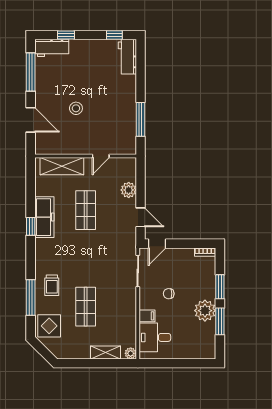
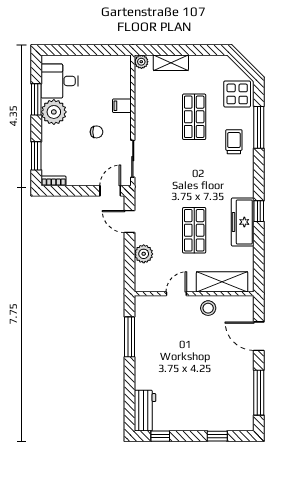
workbench: (52, 48) -> (234, 421), removed
stool: (76, 108) -> (208, 308), moved
window: (220, 287) -> (36, 156), moved
desk: (155, 337) -> (60, 81), moved, turned 180

